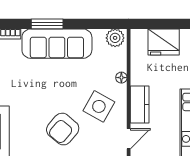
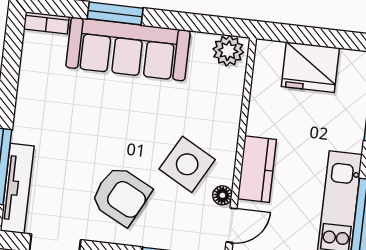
floor lamp: (121, 78) -> (222, 195), moved
armchair: (63, 129) -> (121, 196), turned -103

